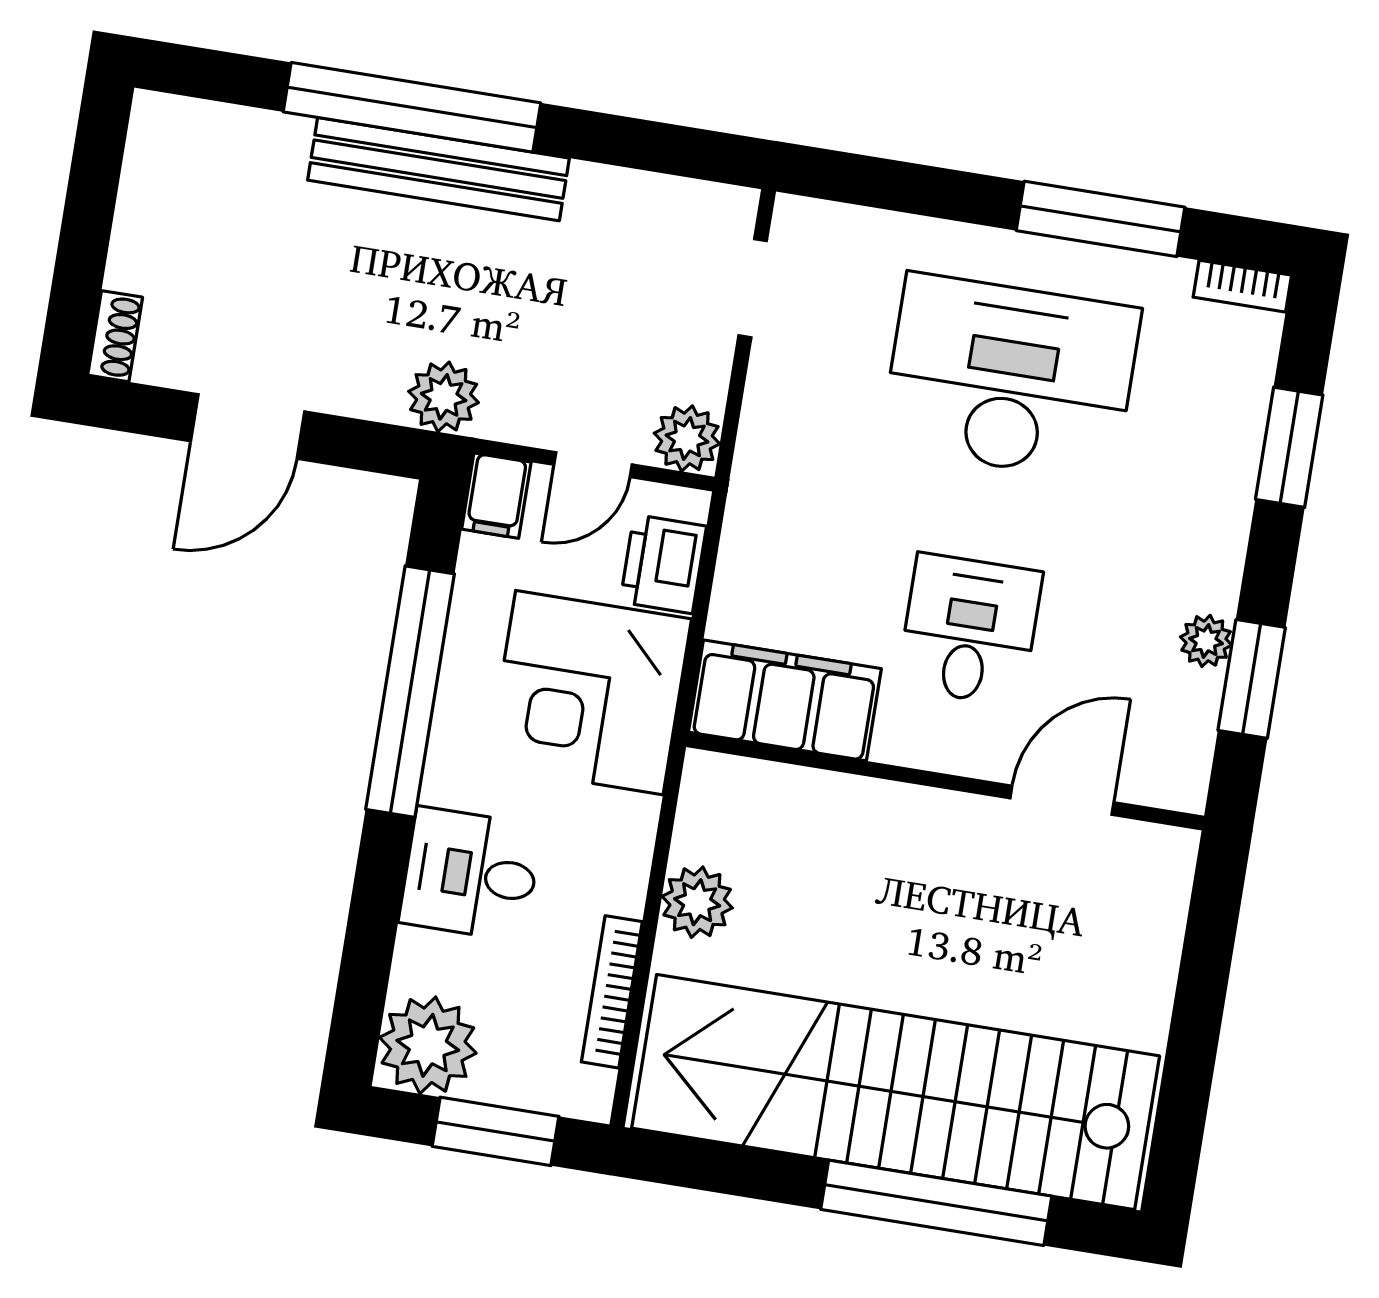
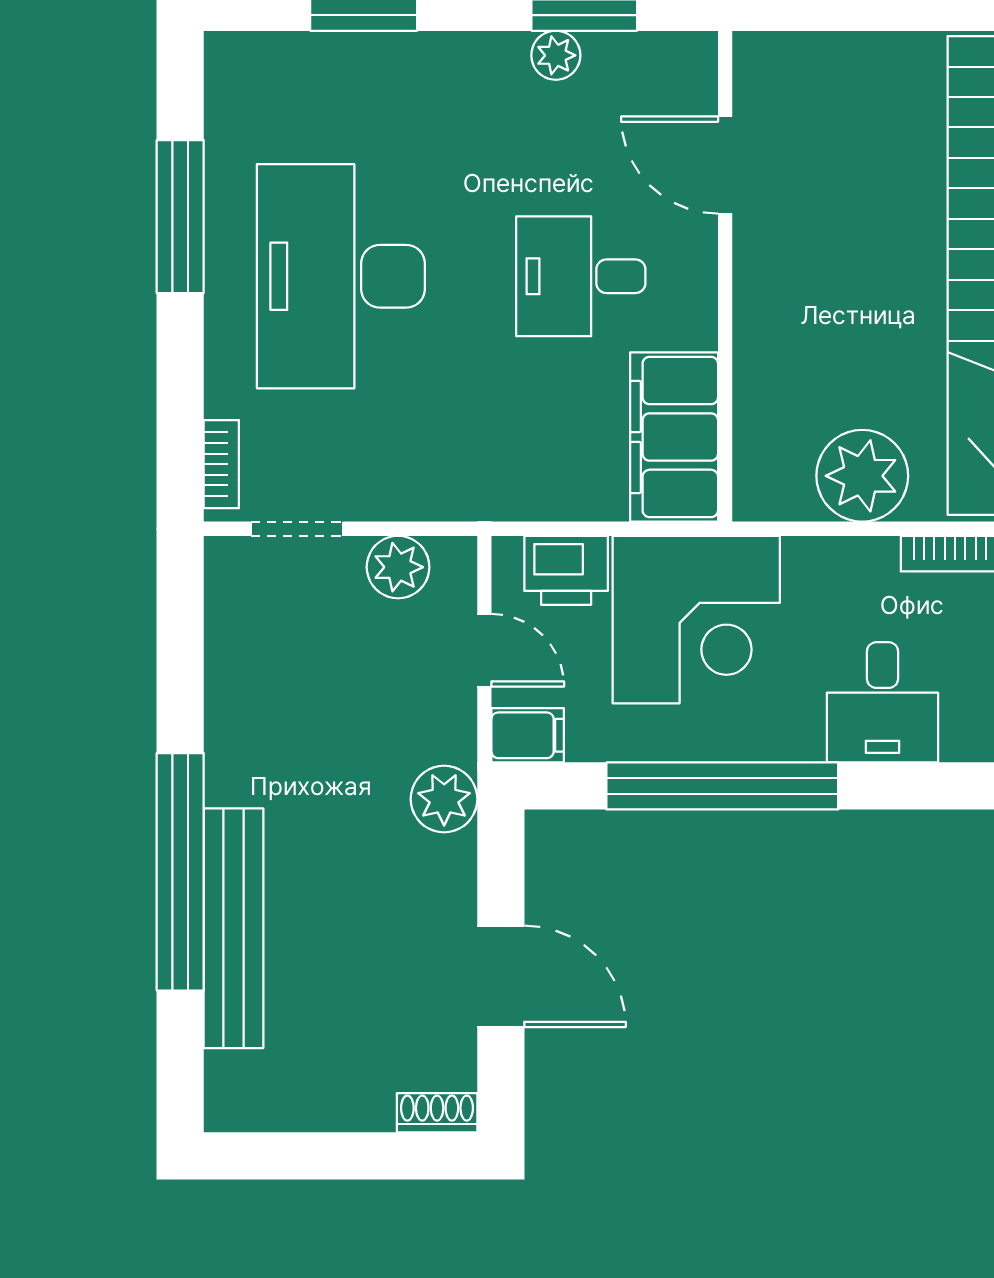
bench: (438, 169) -> (234, 928), moved
bookcase: (1242, 286) -> (221, 464), moved
plant: (687, 439) -> (398, 567), moved
plant: (697, 902) -> (862, 476), width x1.36, depth x1.36

